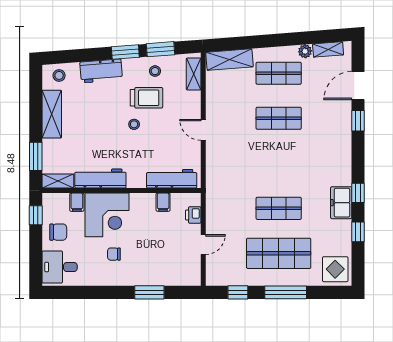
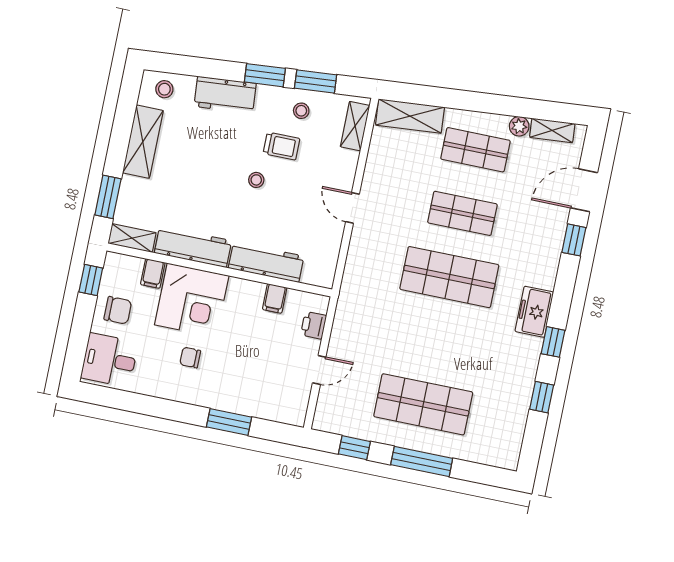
trolley: (146, 98) -> (281, 146), width x0.73, depth x0.72
workbench: (172, 179) -> (266, 262), moved
freezer: (341, 203) -> (534, 312), moved
shop shelf: (279, 208) -> (449, 277), moved, width x1.43, depth x1.36
display table: (335, 269) -> (499, 443), removed

